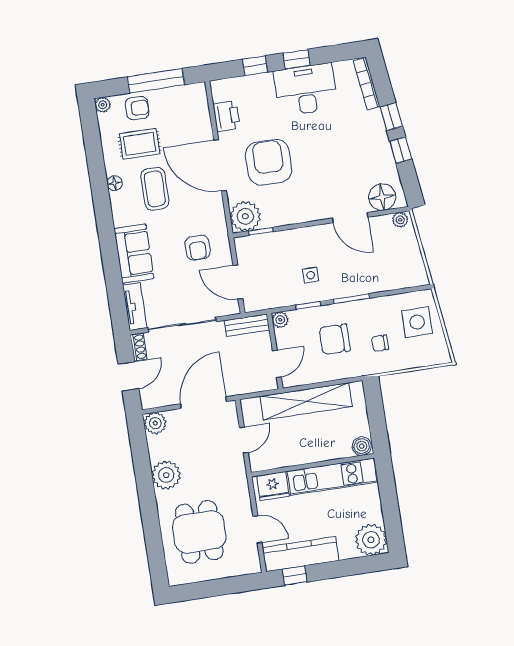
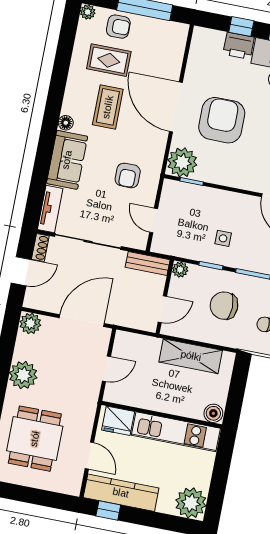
printer: (226, 116) -> (239, 46), moved, turned 90
floor lamp: (115, 183) -> (66, 123), moved
door: (238, 282) -> (154, 221), width x0.73
shelving: (306, 401) -> (191, 356), width x0.68

